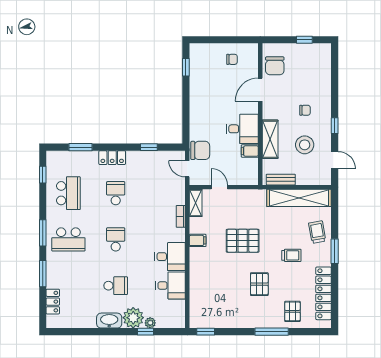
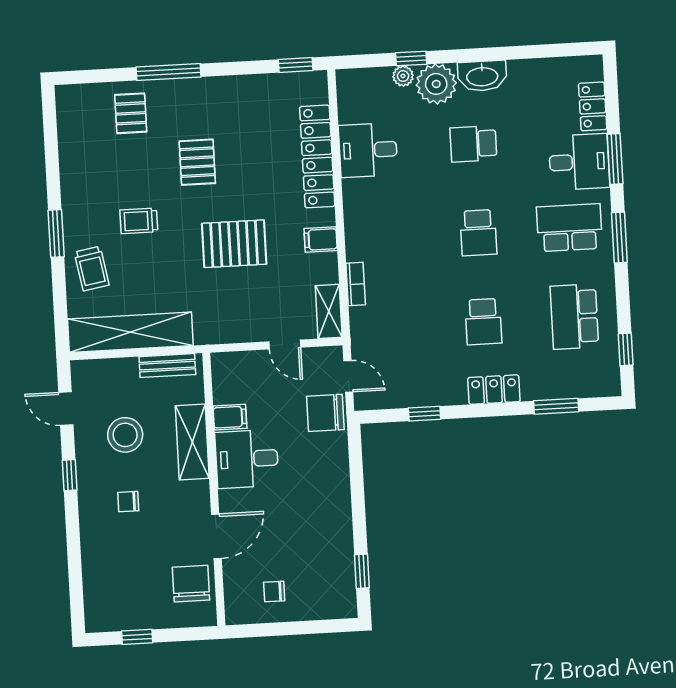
desk: (170, 257) -> (579, 162), moved, turned 180
locker: (323, 293) -> (317, 156), moved, turned 180

